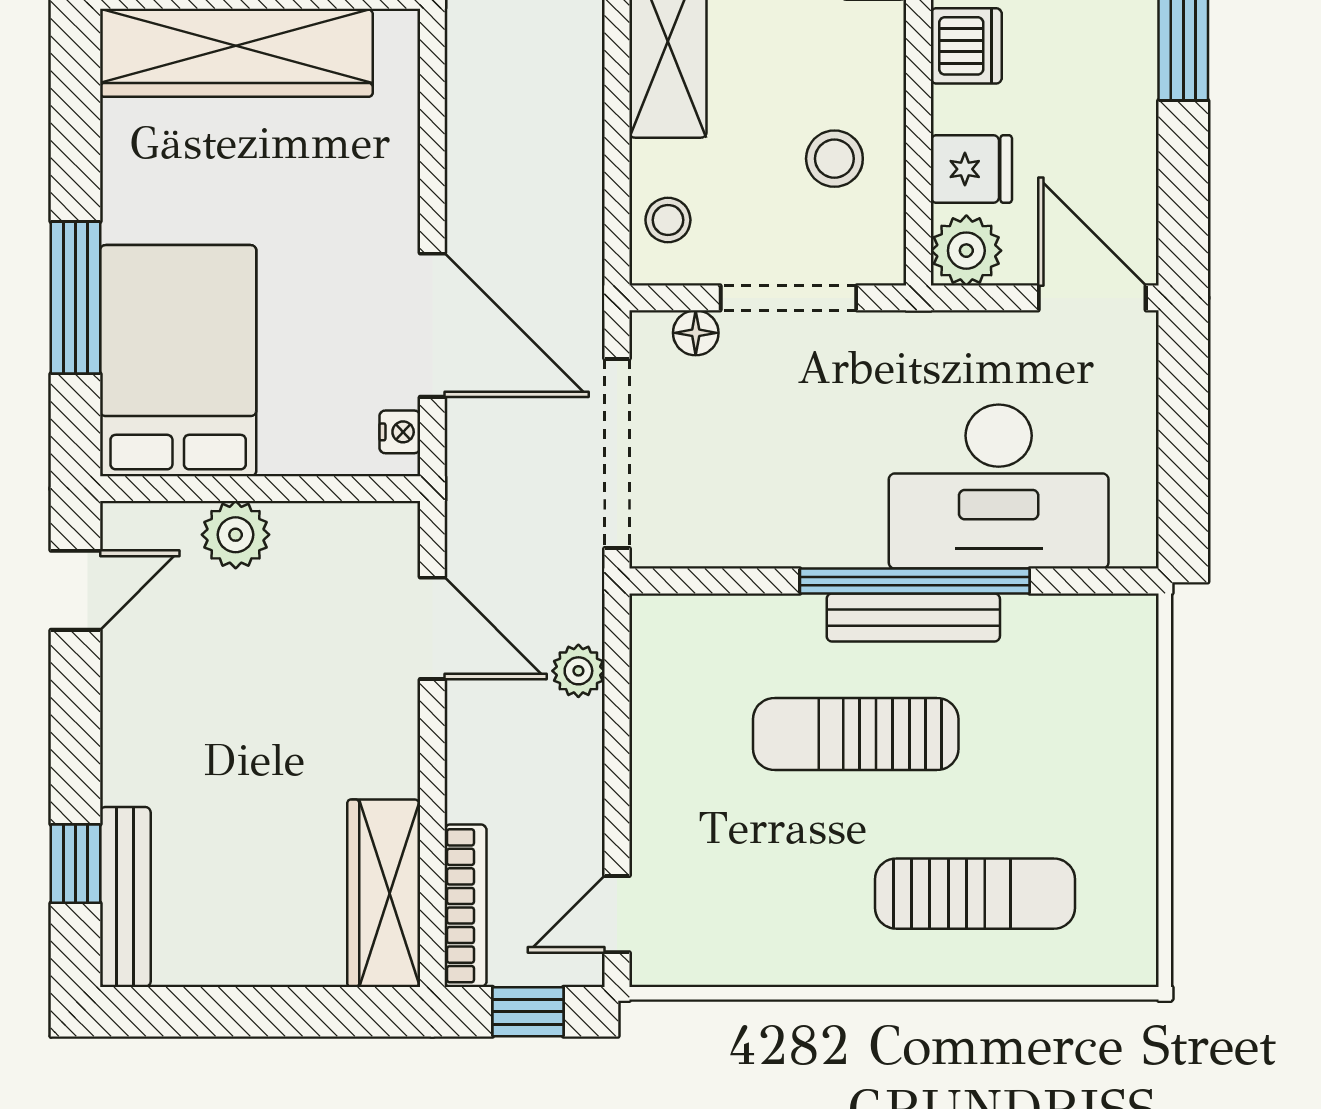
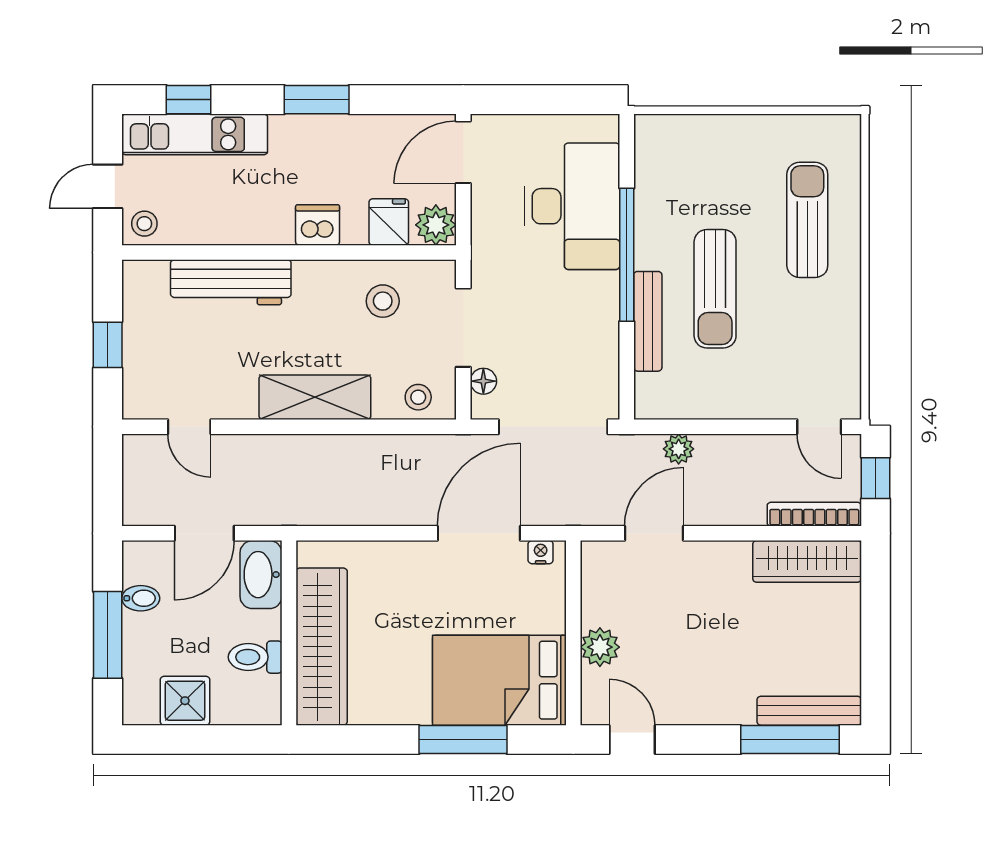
bench: (913, 618) -> (648, 321), moved
window: (75, 864) -> (790, 740), width x2.17

